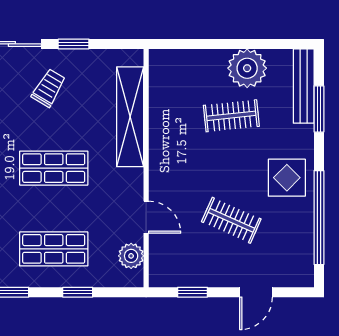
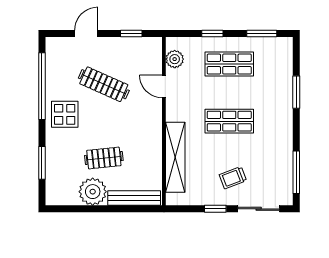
bench: (304, 86) -> (134, 198), moved, turned 90
trolley: (49, 88) -> (233, 178), turned 38
clothes rail: (231, 220) -> (104, 84), width x1.36

